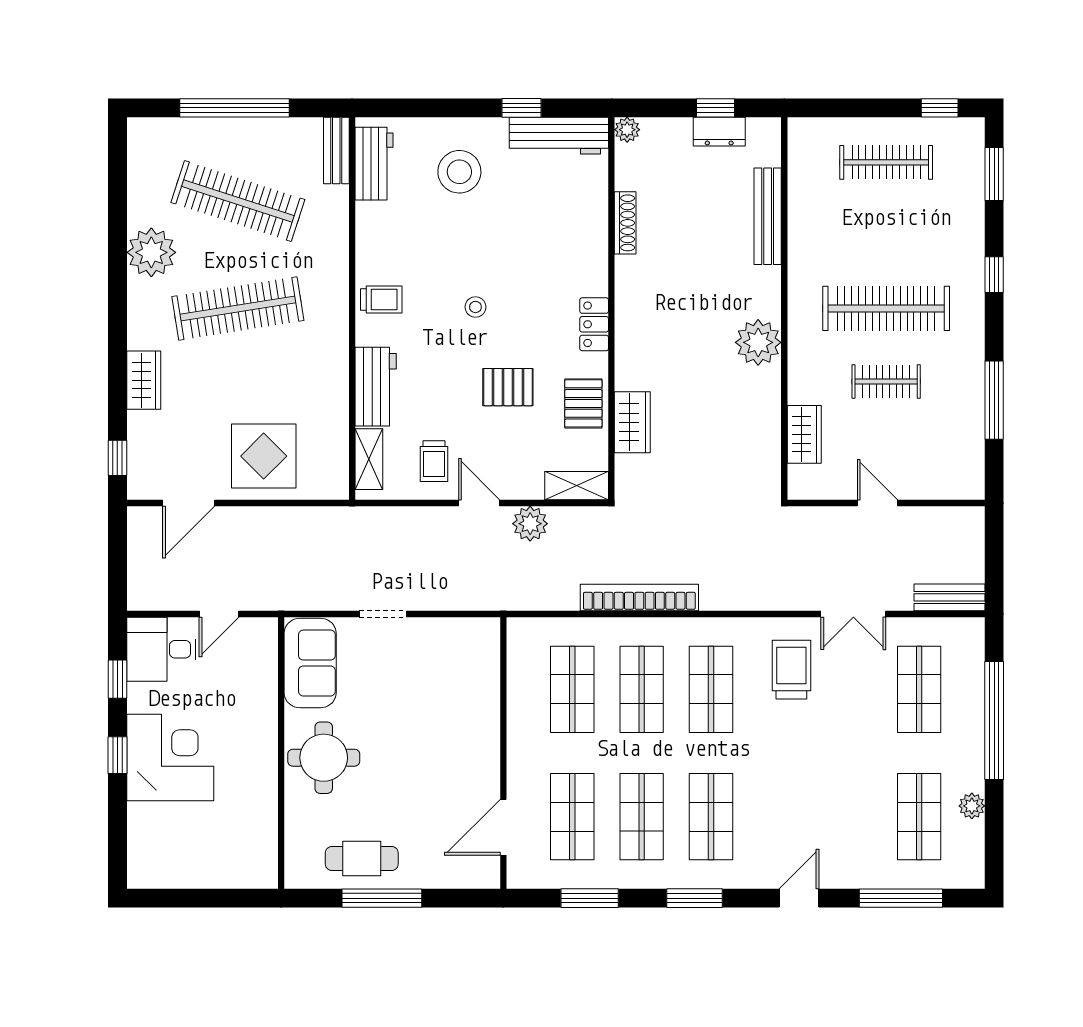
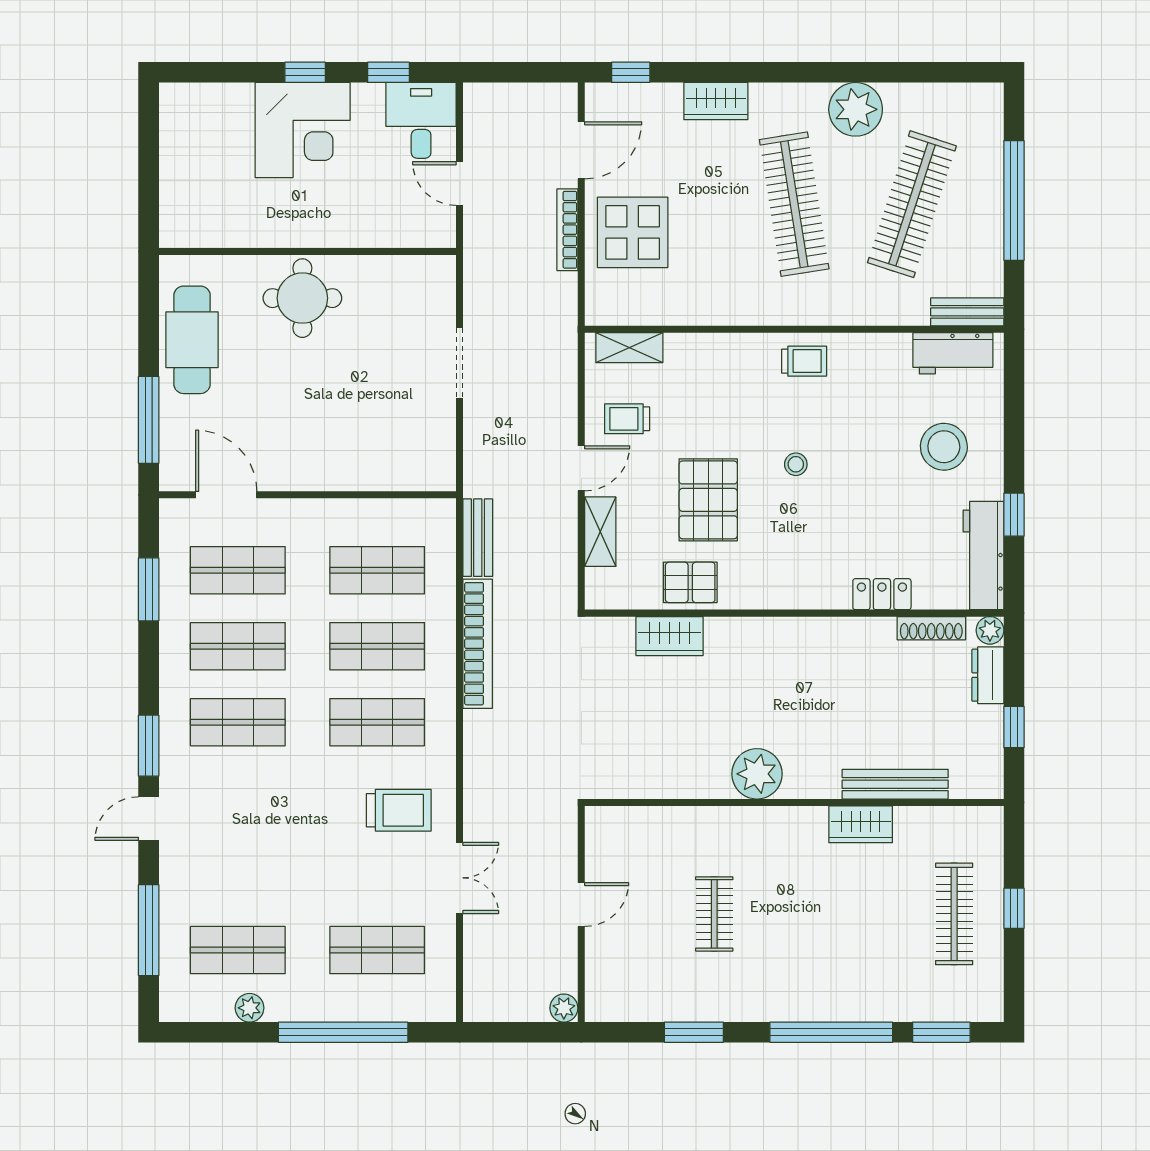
window: (940, 108) -> (1014, 908), moved
dresser: (719, 132) -> (988, 675), moved
shoe rack: (625, 223) -> (931, 628), moved
window: (994, 275) -> (831, 1032), width x3.17
trolley: (381, 299) -> (804, 361), turned -90
clothes rail: (886, 308) -> (794, 914), removed
locker: (594, 324) -> (882, 594), moved
workbench: (376, 387) -> (709, 355), removed
pallet: (508, 387) -> (708, 500), width x1.50, depth x1.42
window: (994, 400) -> (694, 1032), width x0.69
wardrobe: (804, 434) -> (861, 824), moved
shelving: (577, 486) -> (600, 532), moved
door: (189, 503) -> (581, 150), swing flipped
bookcase: (261, 516) -> (567, 230), added
plant: (530, 524) -> (564, 1008), moved, width x0.73, depth x0.73
bench: (950, 597) -> (478, 538), moved
doorway: (383, 614) -> (460, 363), width x1.38
double door: (853, 614) -> (460, 878), swing flipped
sofa: (310, 663) -> (406, 283), removed
cafe table: (362, 858) -> (192, 340), width x1.37, depth x1.35
window: (382, 898) -> (149, 420), moved
window: (695, 898) -> (149, 746), moved
door: (799, 898) -> (149, 819), swing flipped

